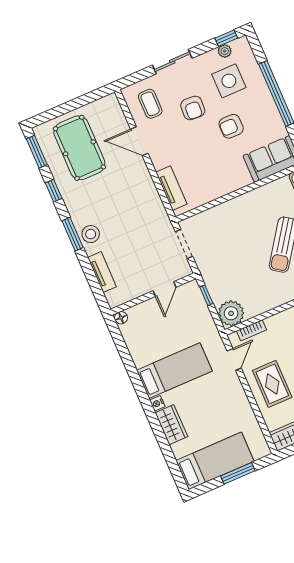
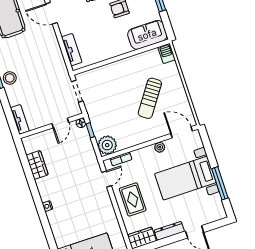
tv unit: (102, 272) -> (20, 119), moved
floor lamp: (121, 318) -> (81, 123), moved
bed: (174, 371) -> (62, 183), removed
wardrobe: (171, 425) -> (37, 165), moved

